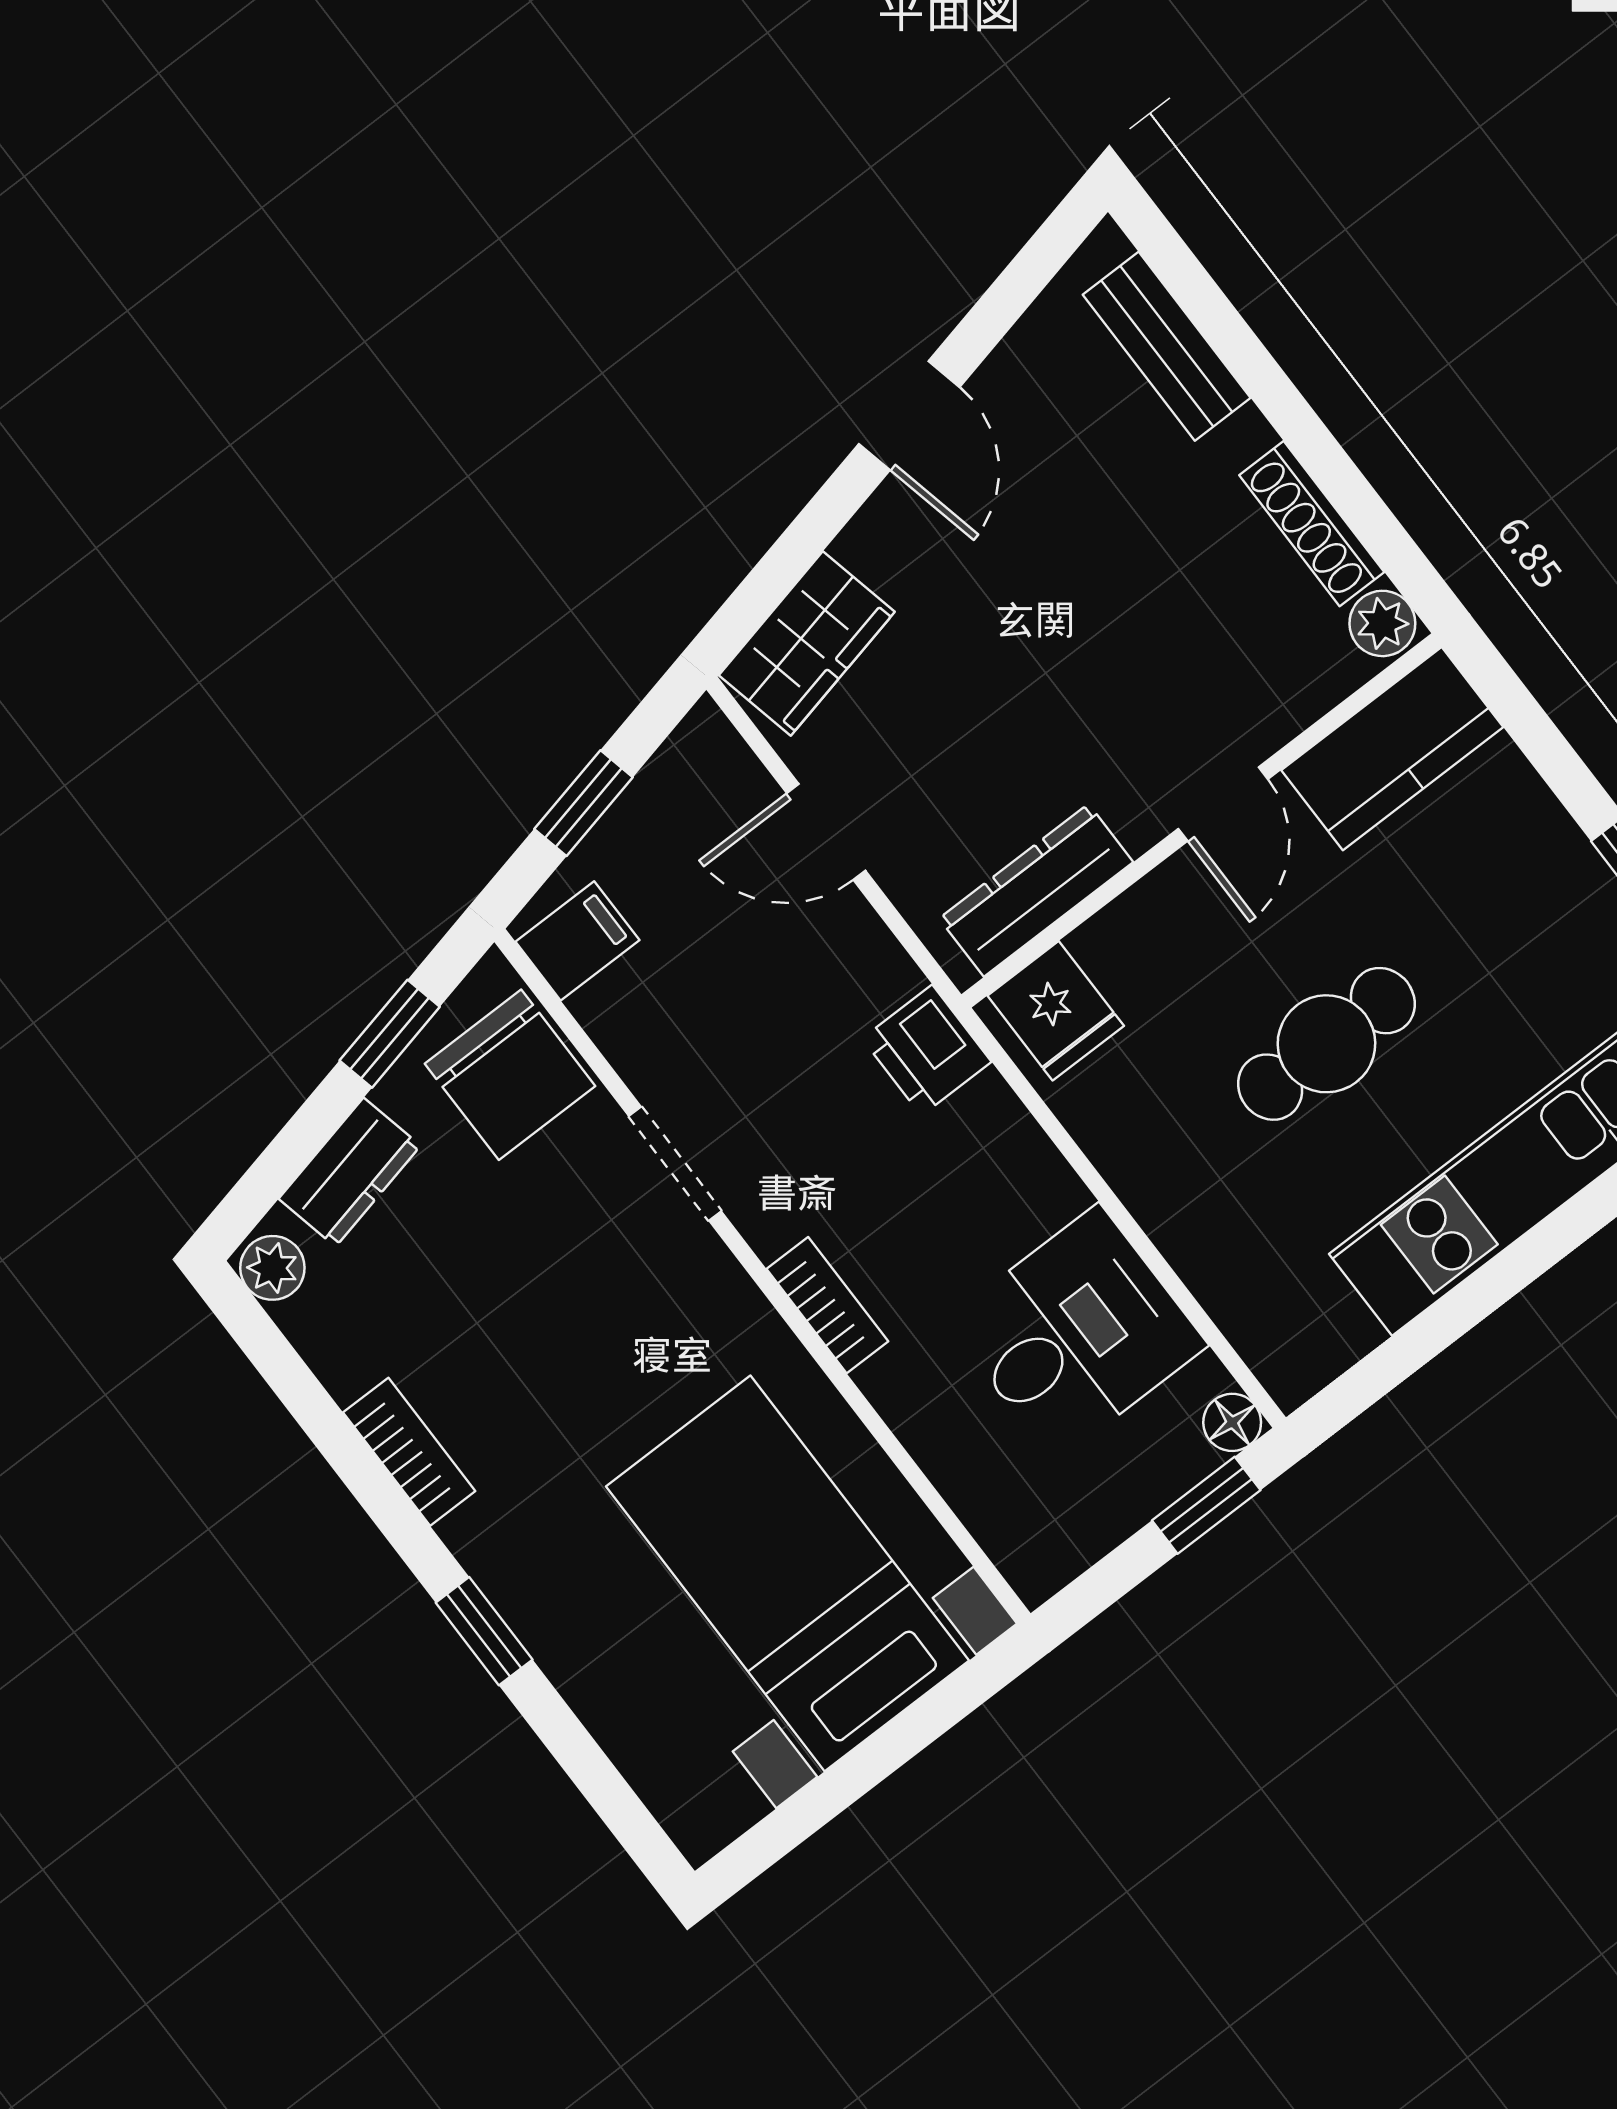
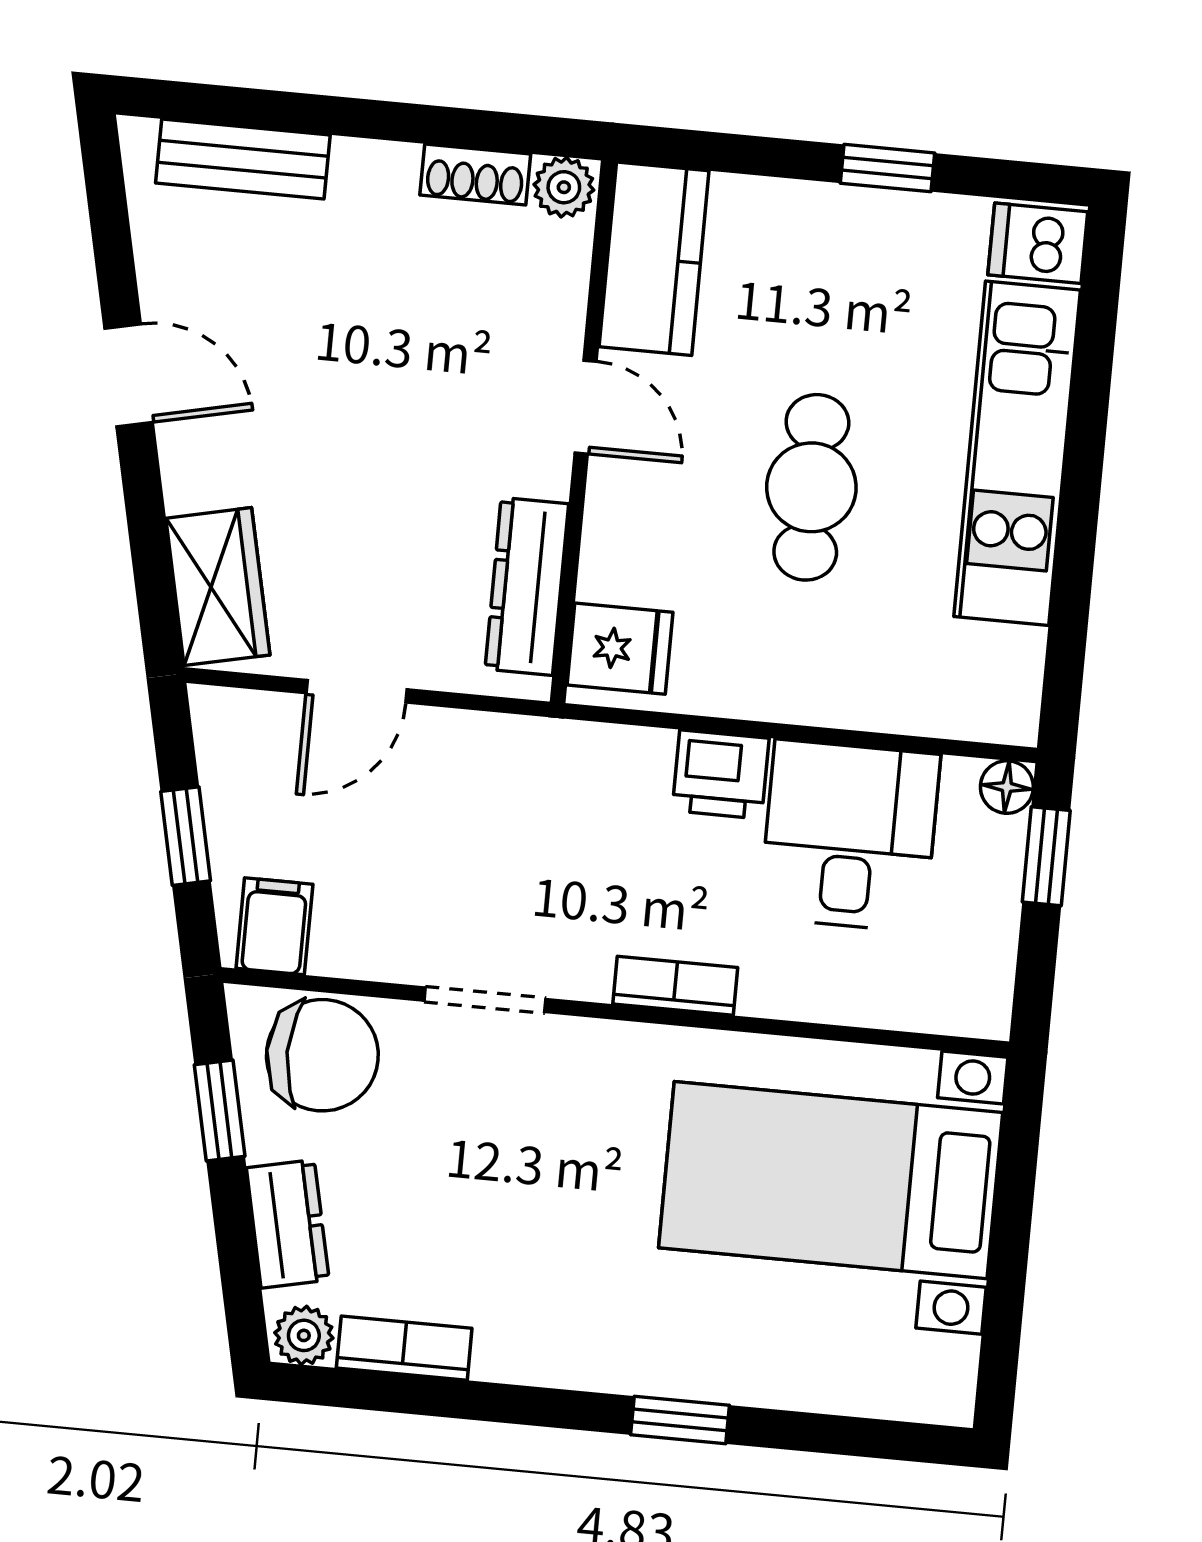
shoe rack: (1312, 524) -> (475, 175), width x0.70
printer: (927, 1050) -> (721, 774), moved
bookcase: (409, 1452) -> (404, 1348), moved

